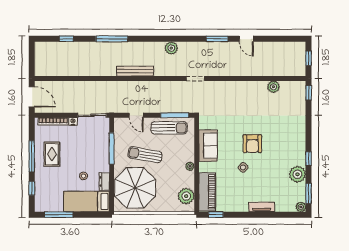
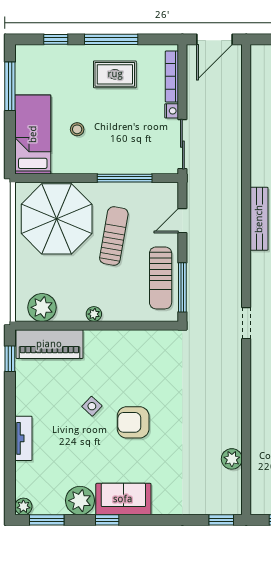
sofa: (208, 146) -> (123, 499), moved, turned 180
dresser: (104, 181) -> (67, 165), removed

